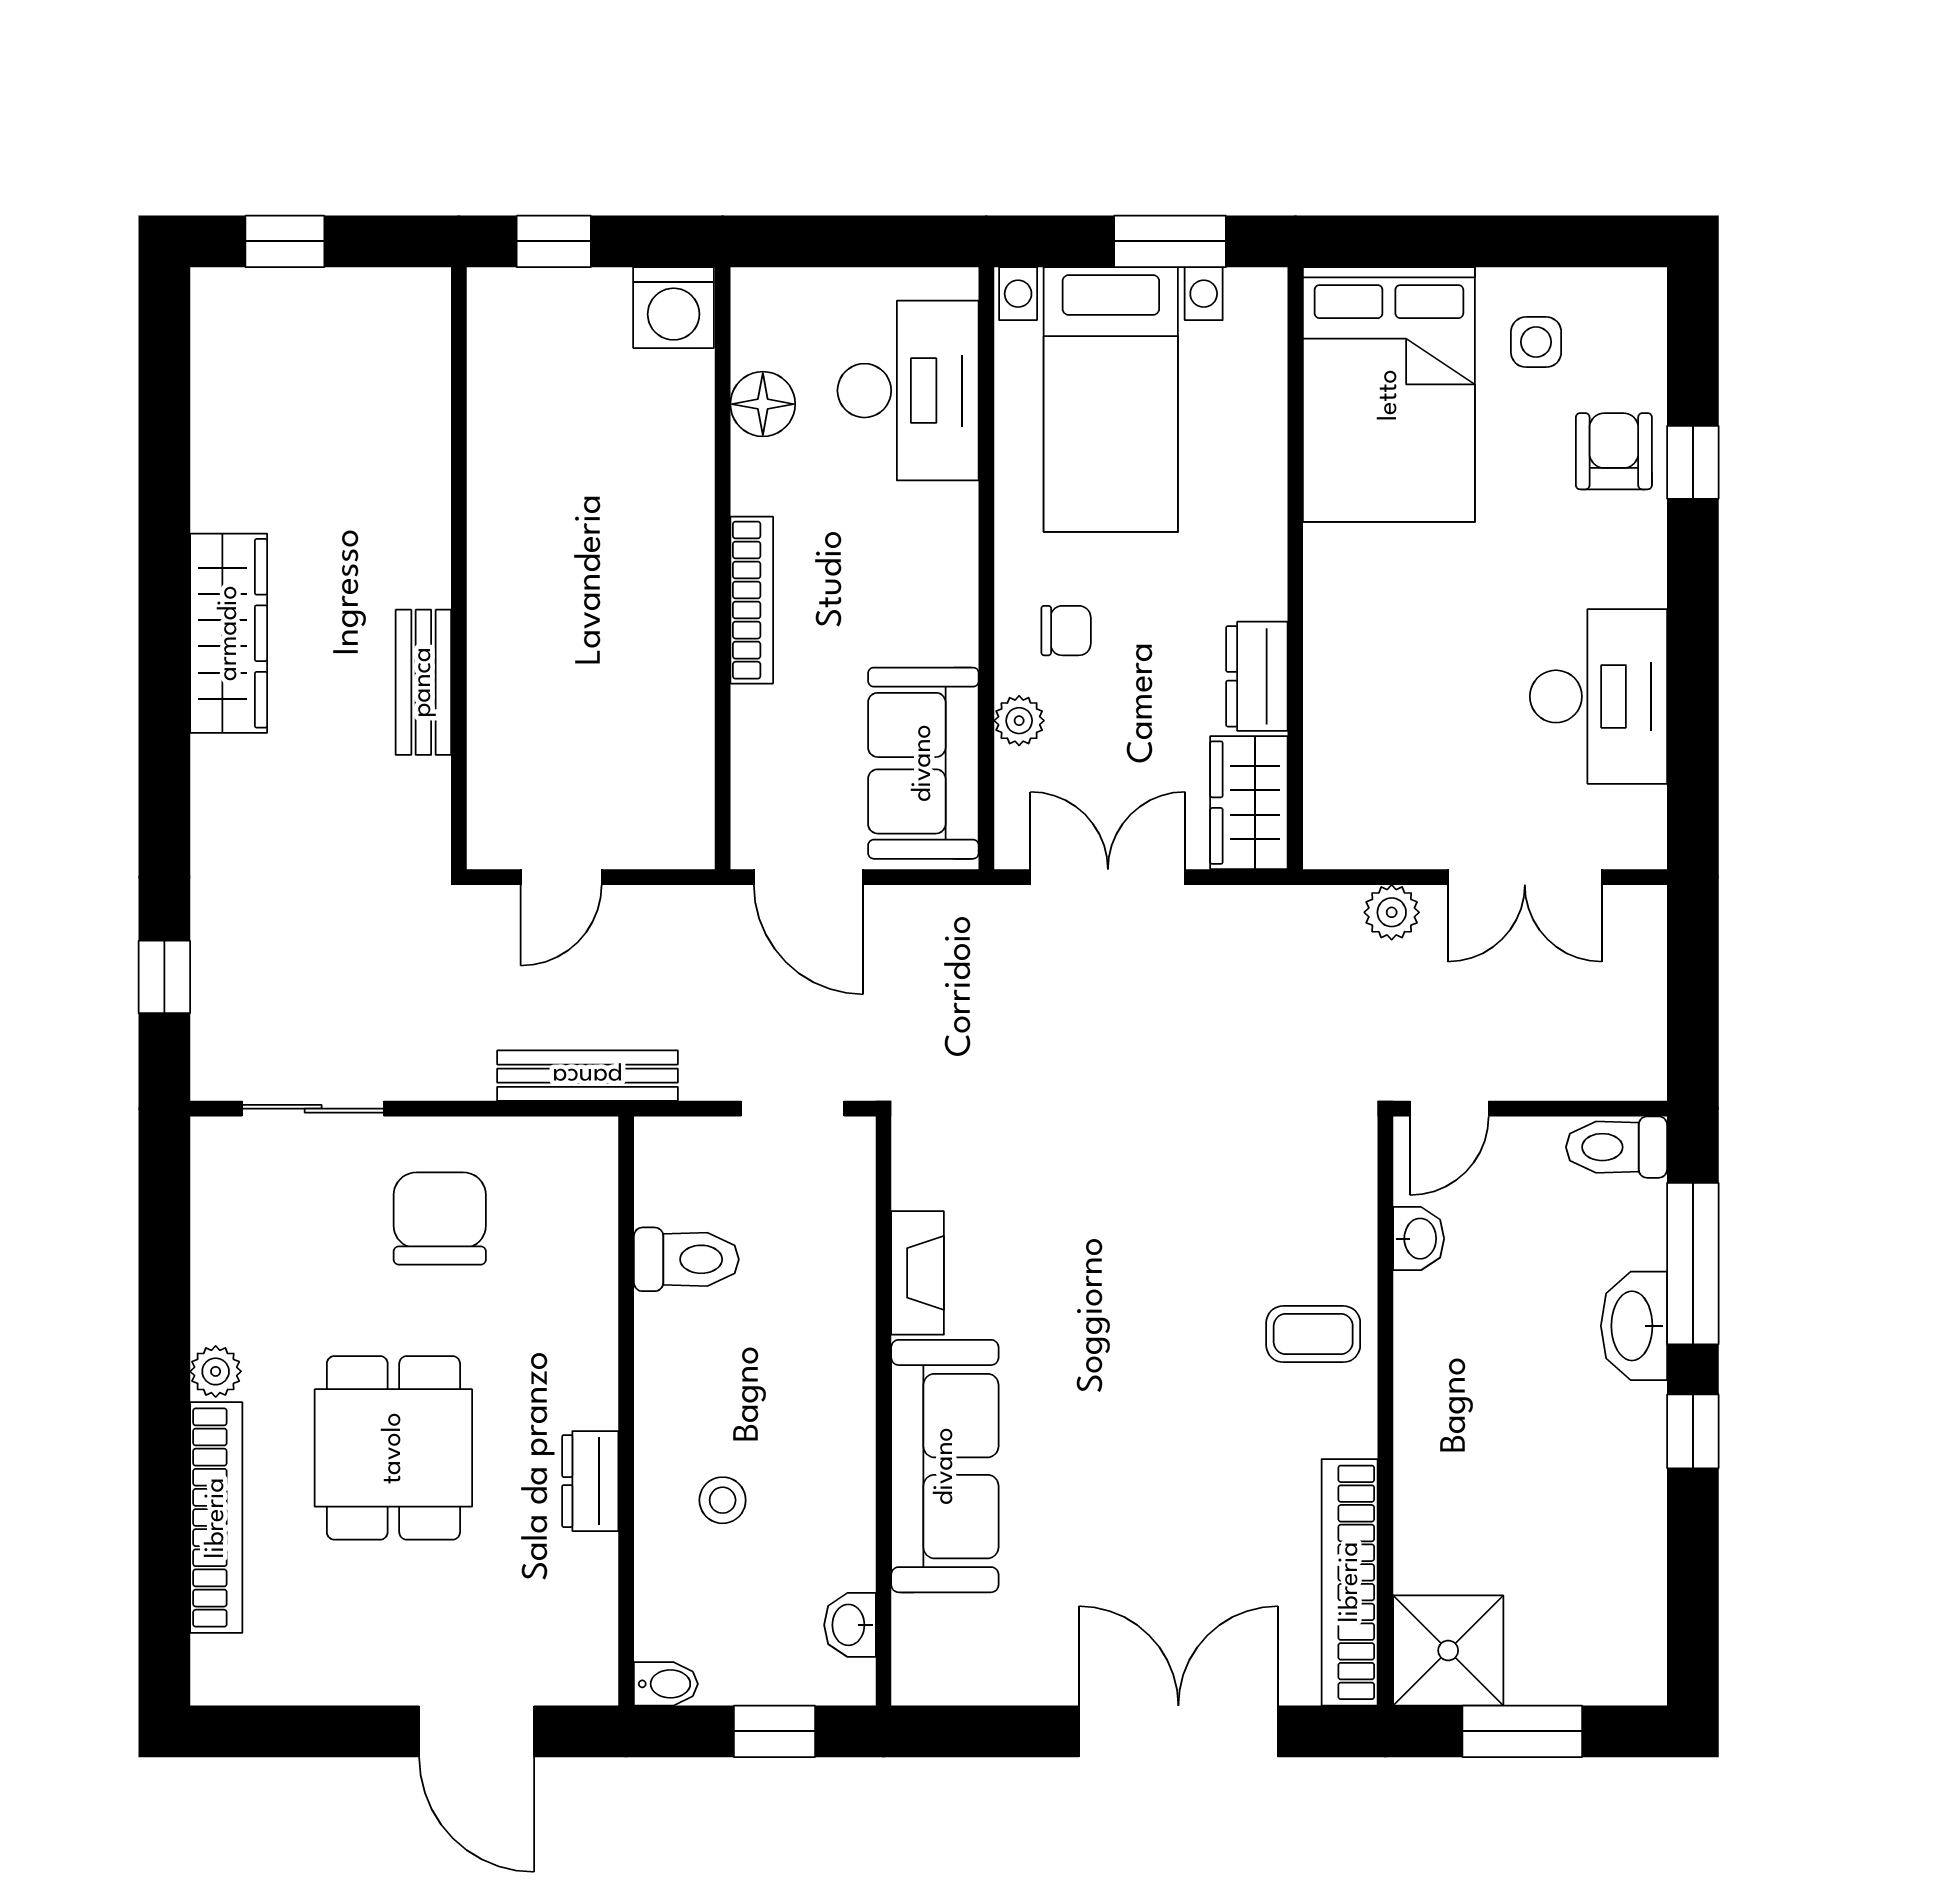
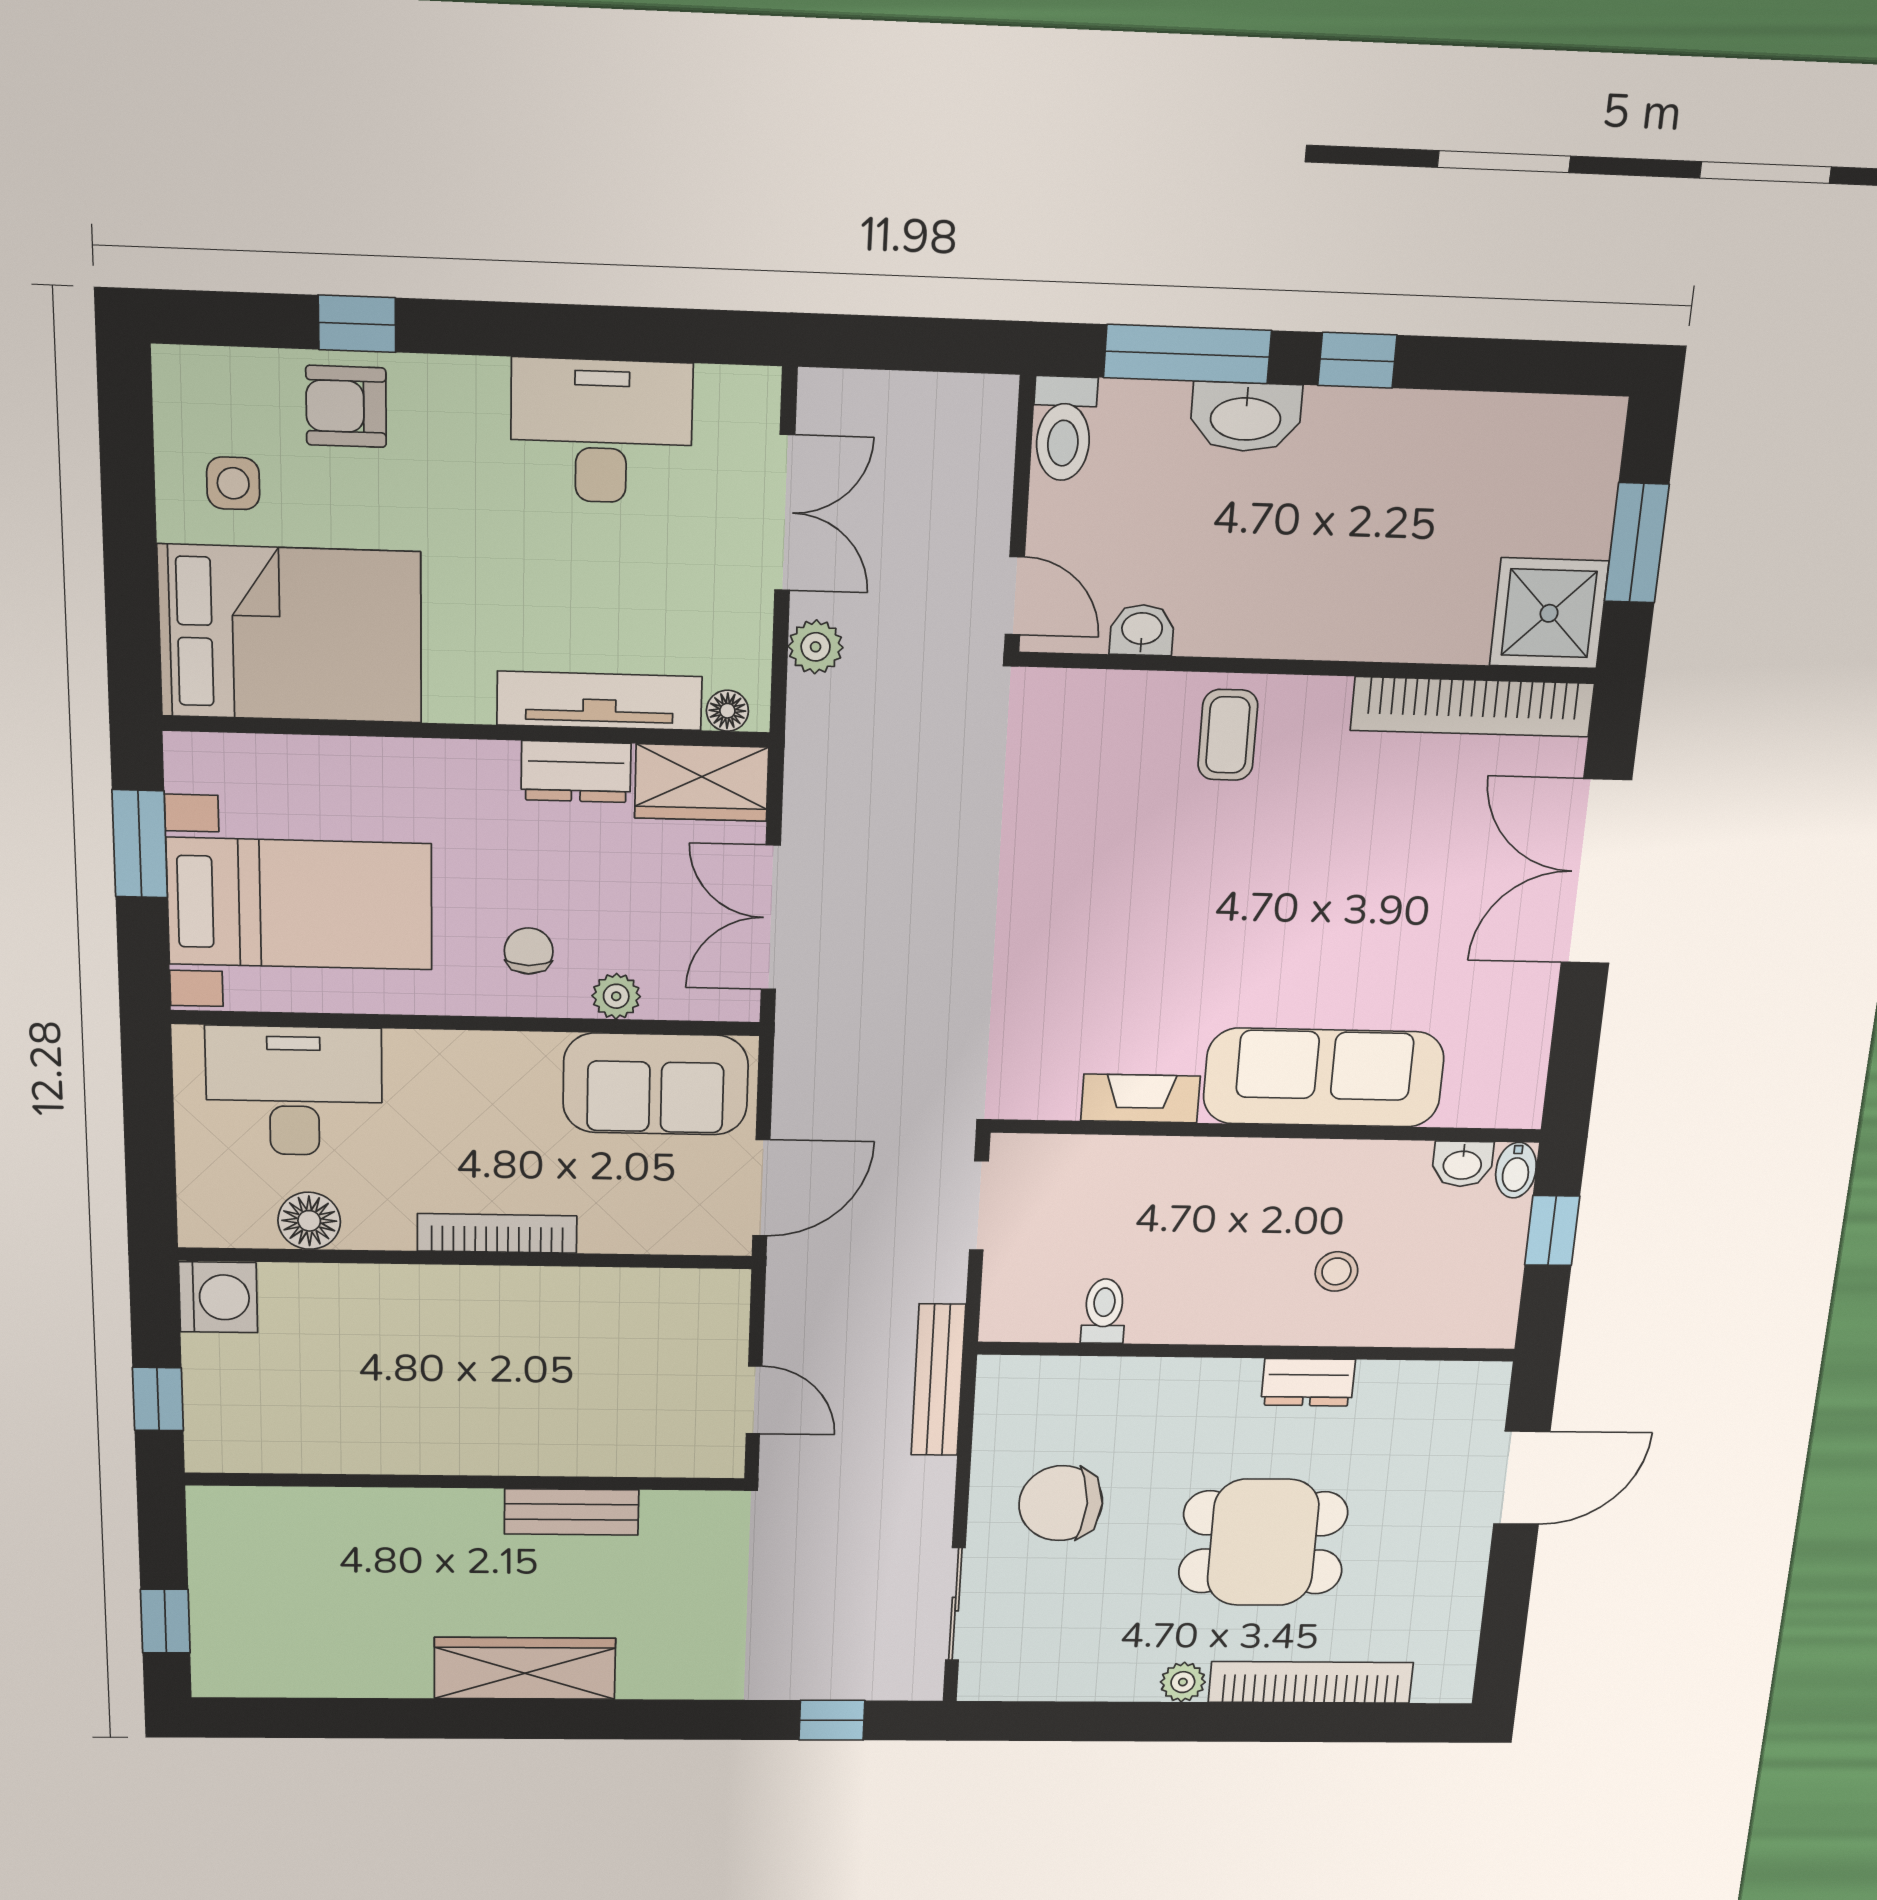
tv unit: (1330, 699) -> (600, 701), added
floor lamp: (1324, 826) -> (727, 711), added
toilet: (686, 1259) -> (1104, 1311), width x0.73, depth x0.72
bidet: (666, 1684) -> (1516, 1170), moved, turned 180

